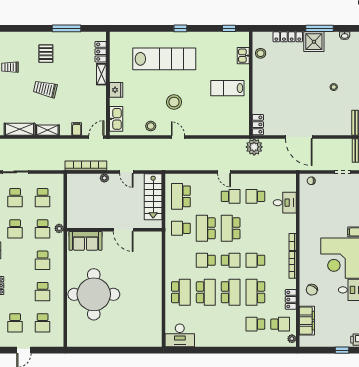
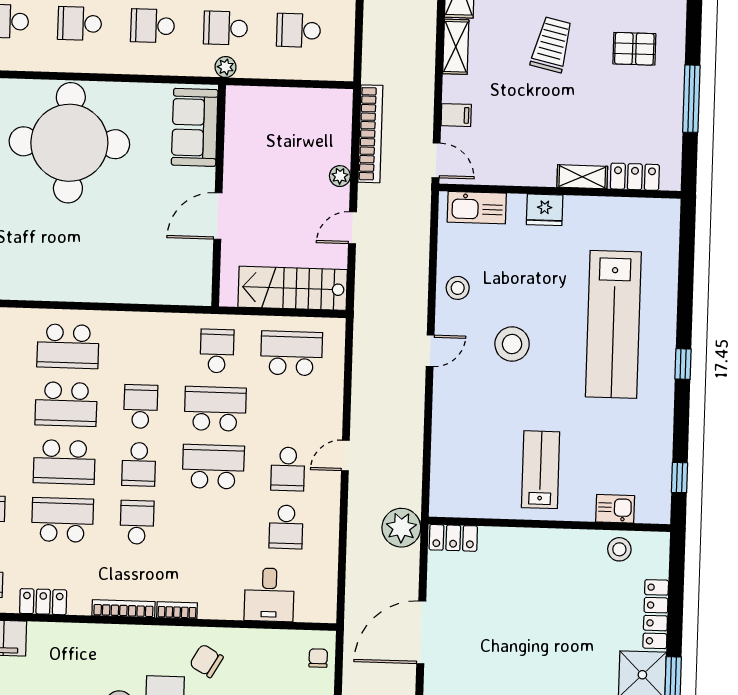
school desk: (255, 196) -> (286, 527), turned 180
chair: (312, 290) -> (206, 661), moved

